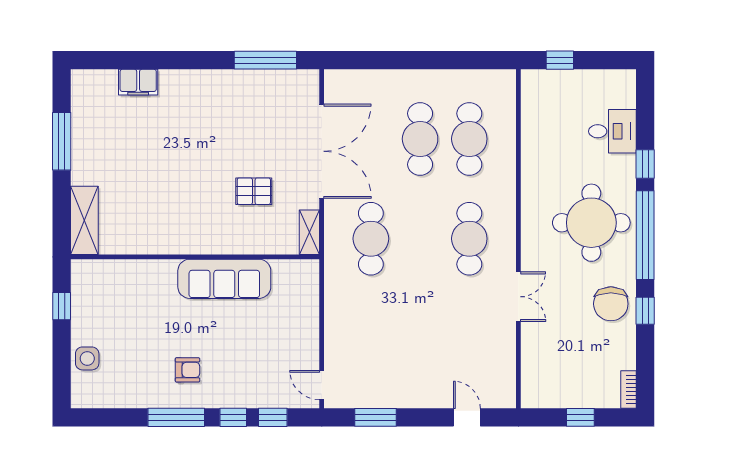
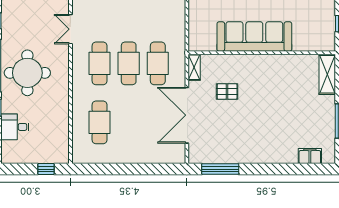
filing cabinet: (138, 82) -> (310, 156), moved
cafe table: (420, 139) -> (129, 63), moved
sofa: (224, 279) -> (254, 37), width x1.36, depth x1.27
chair: (611, 304) -> (16, 25), removed

